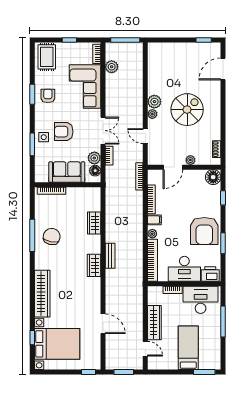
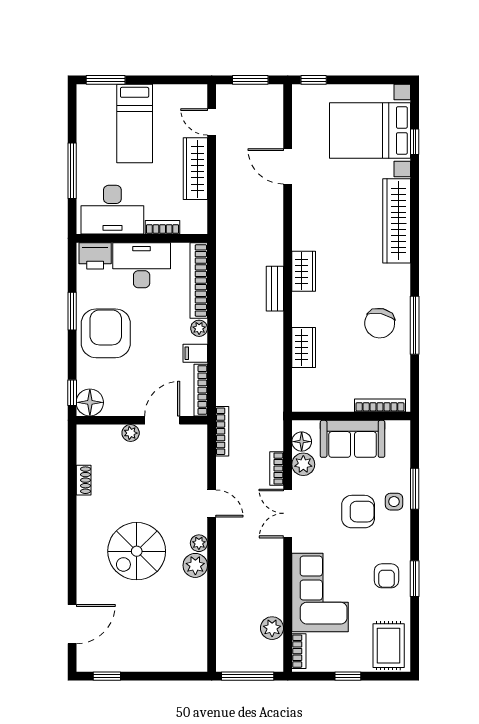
plant: (190, 160) -> (131, 433), moved
door: (173, 167) -> (162, 420), moved
wall: (184, 167) -> (142, 420), moved
floor lamp: (213, 177) -> (90, 402), moved

